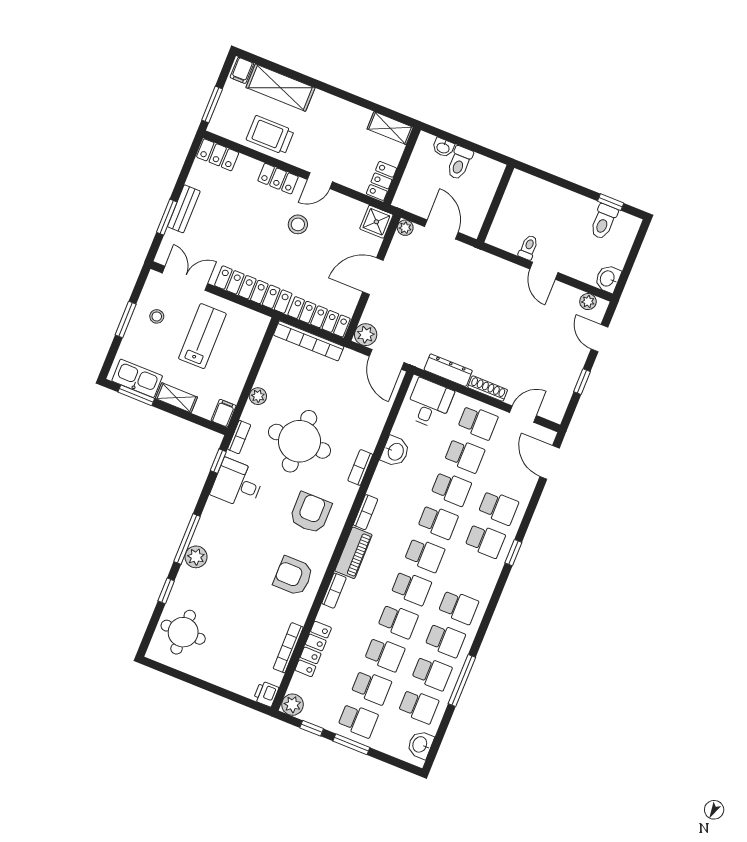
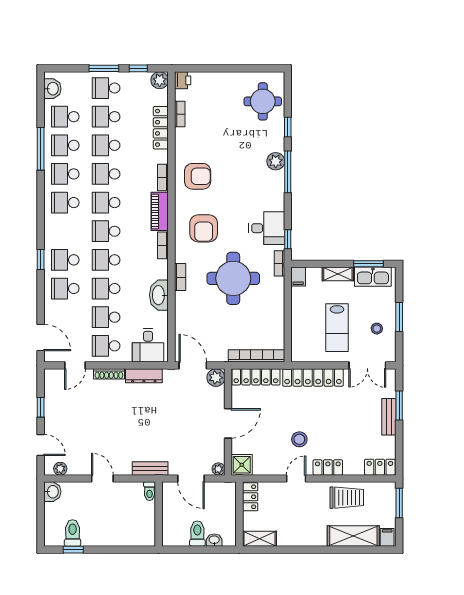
toilet: (528, 247) -> (149, 491), moved
bench: (484, 260) -> (150, 468), added
plant: (258, 396) -> (278, 300), removed
washbasin: (395, 451) -> (159, 295), width x1.38
bookcase: (288, 648) -> (180, 114), width x0.64

